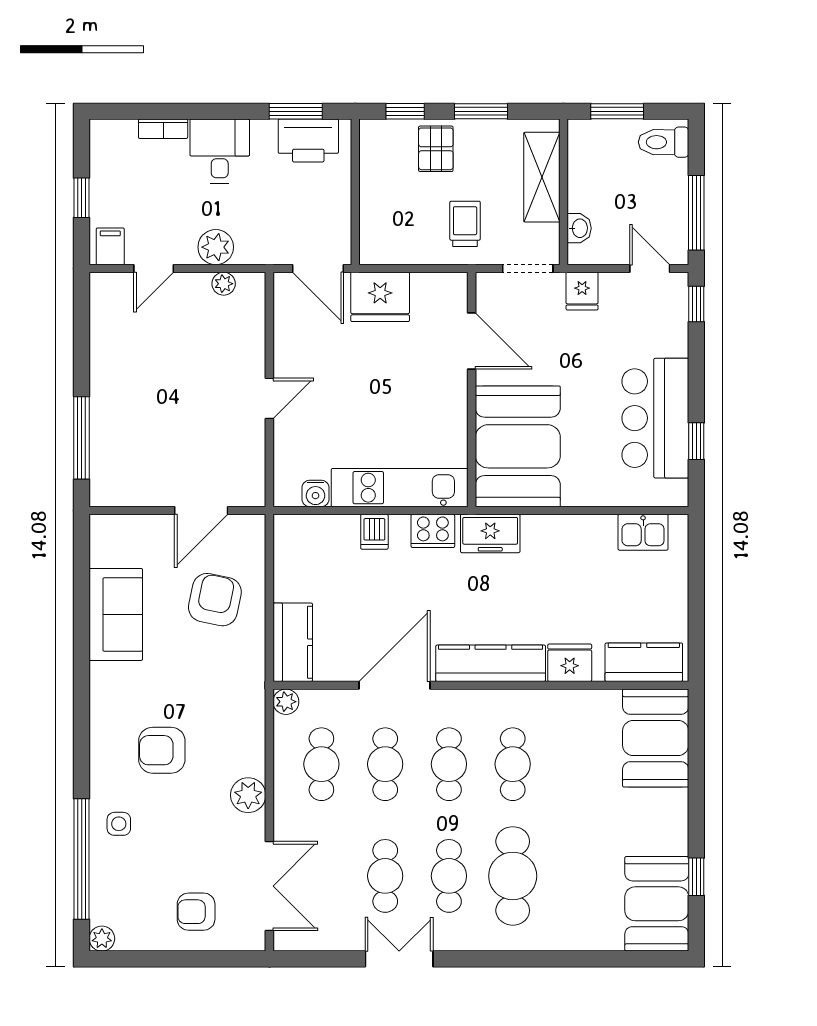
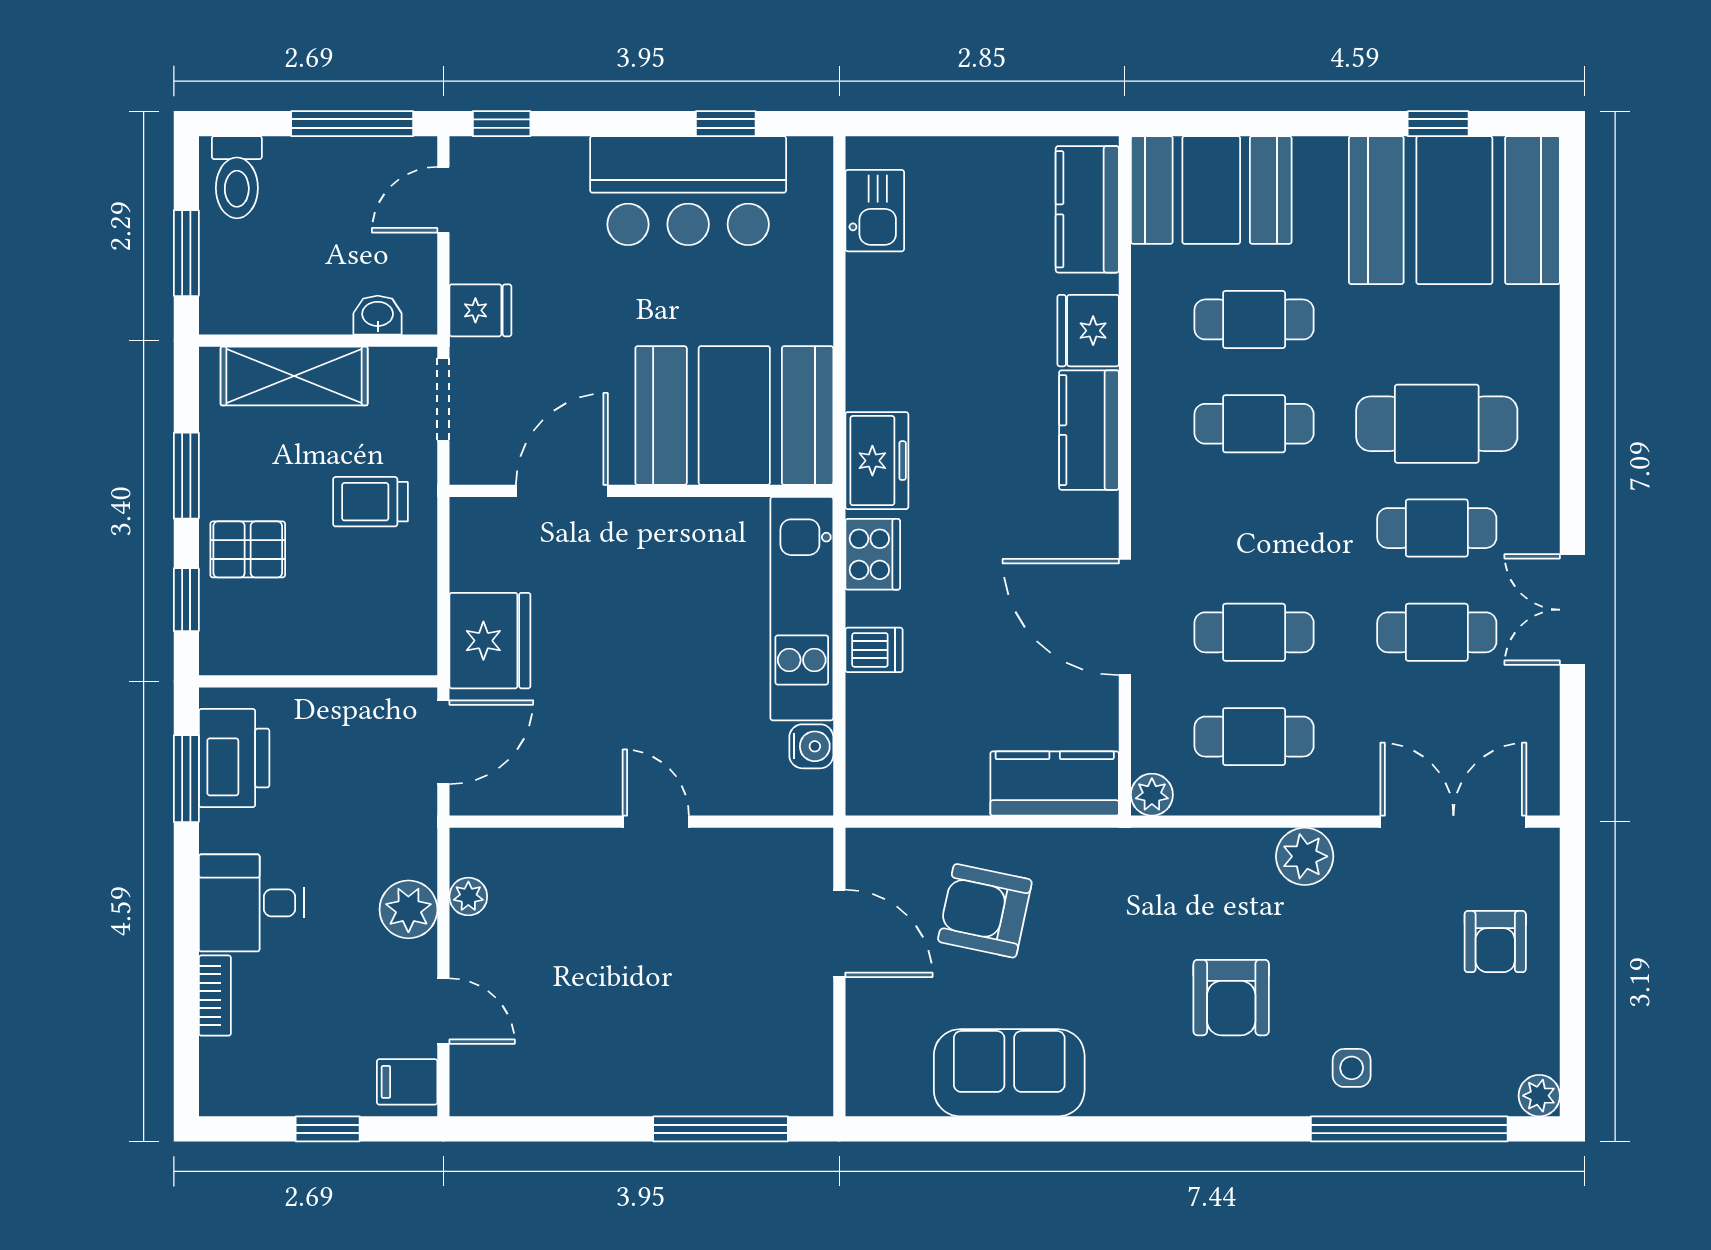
kitchen counter: (491, 663) -> (1089, 430), width x0.67
cafe table: (449, 764) -> (1254, 319), moved
booth: (657, 904) -> (1454, 210), width x1.36, depth x1.42

